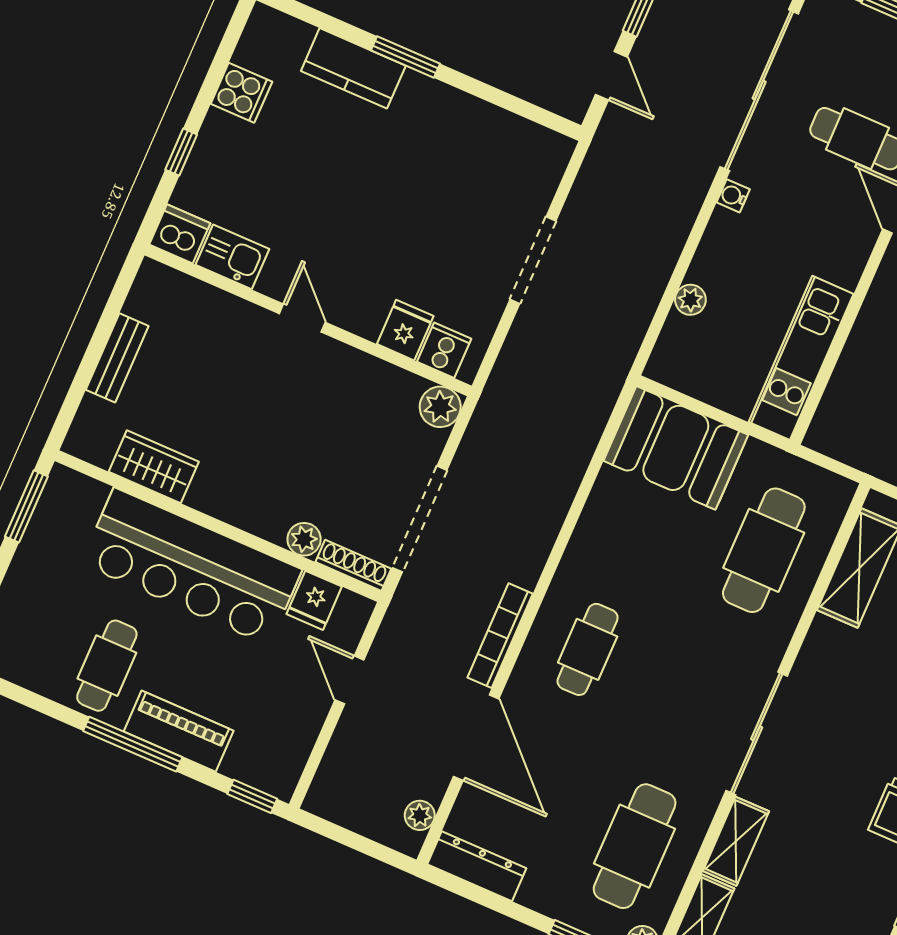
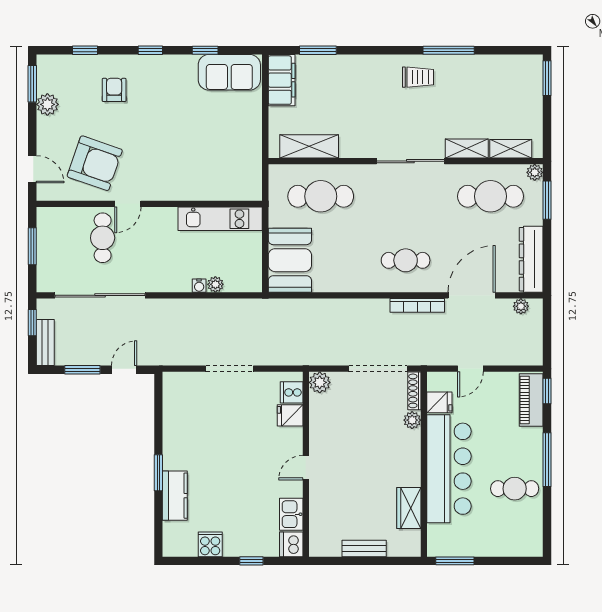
water cooler: (733, 196) -> (199, 286), moved
piano: (179, 731) -> (531, 400), moved
dresser: (477, 866) -> (531, 259), width x1.37, depth x1.24

